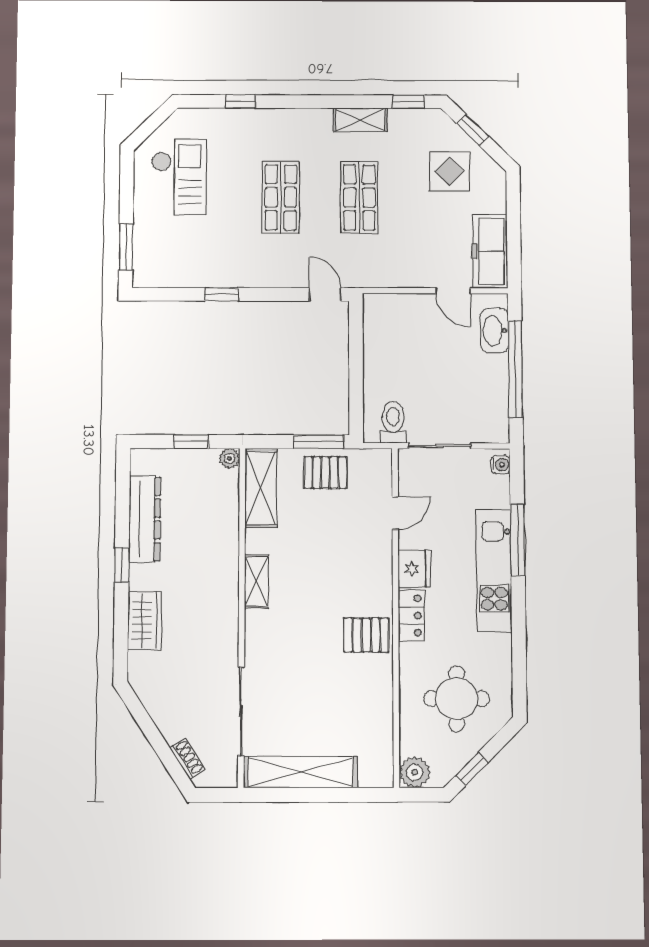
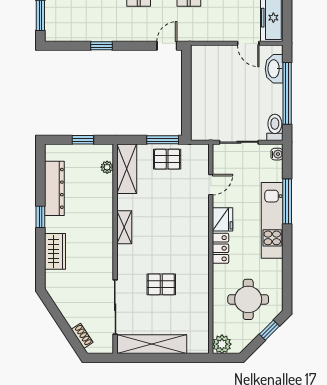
door: (325, 294) -> (167, 46), hinge flipped
toilet: (393, 422) -> (275, 127), moved
plant: (230, 458) -> (107, 167), moved
pallet: (366, 635) -> (161, 284), moved
window: (472, 769) -> (269, 330), moved

